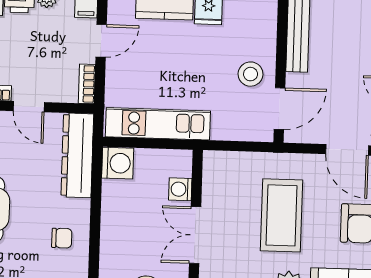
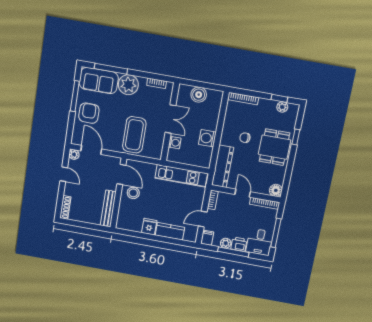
door: (280, 109) -> (121, 174), swing flipped
washing machine: (118, 163) -> (207, 138), moved
coffee table: (282, 215) -> (134, 135), moved
chair: (62, 238) -> (245, 138), moved

